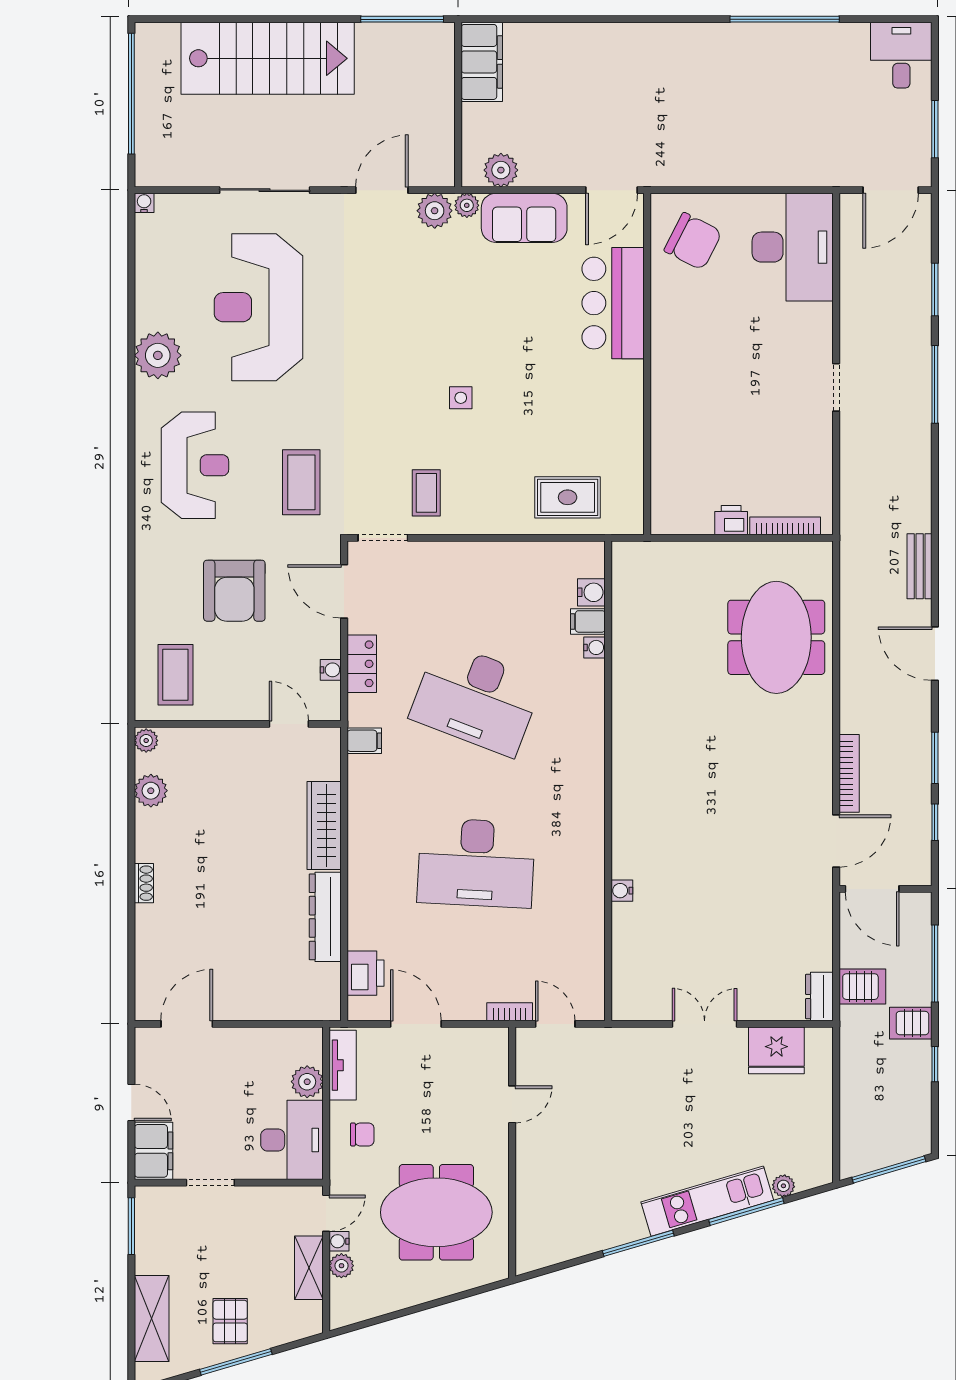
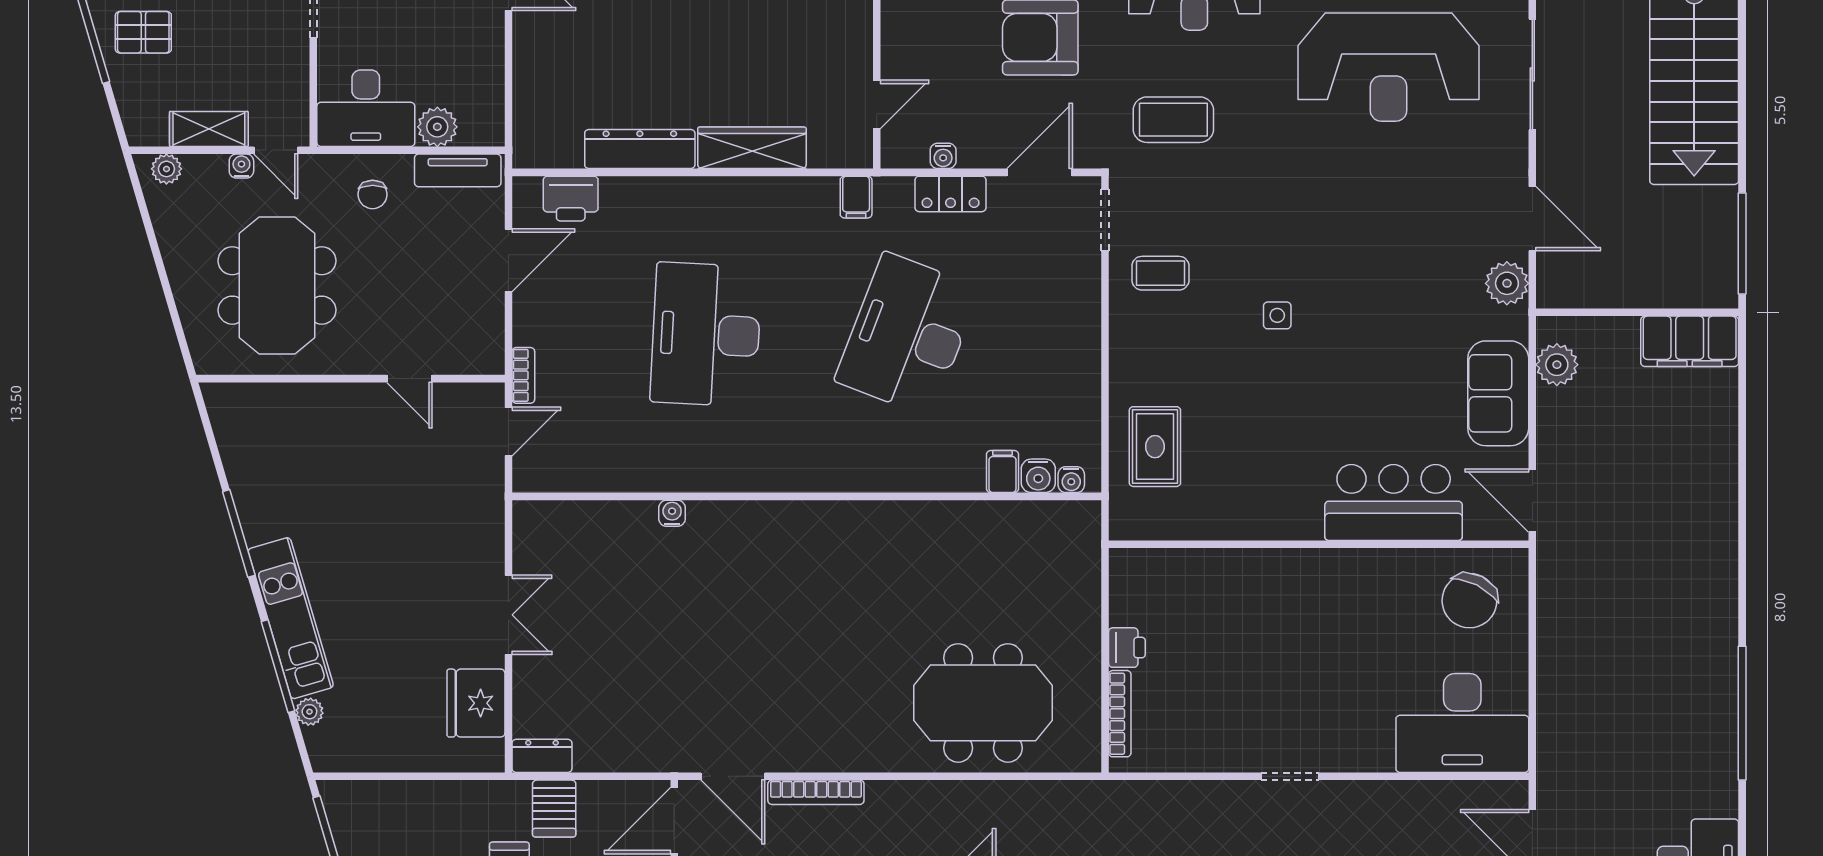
plant: (467, 205) -> (1514, 323), removed
reception desk: (259, 307) -> (1389, 67), turned 180
water cooler: (594, 647) -> (1071, 480), moved
plant: (341, 1266) -> (166, 169), moved

